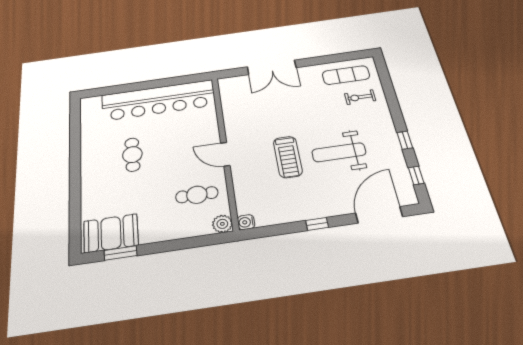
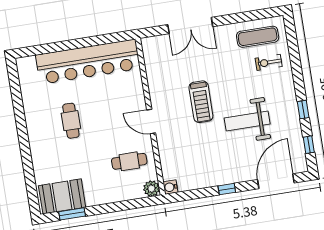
treadmill: (288, 157) -> (201, 102), moved

